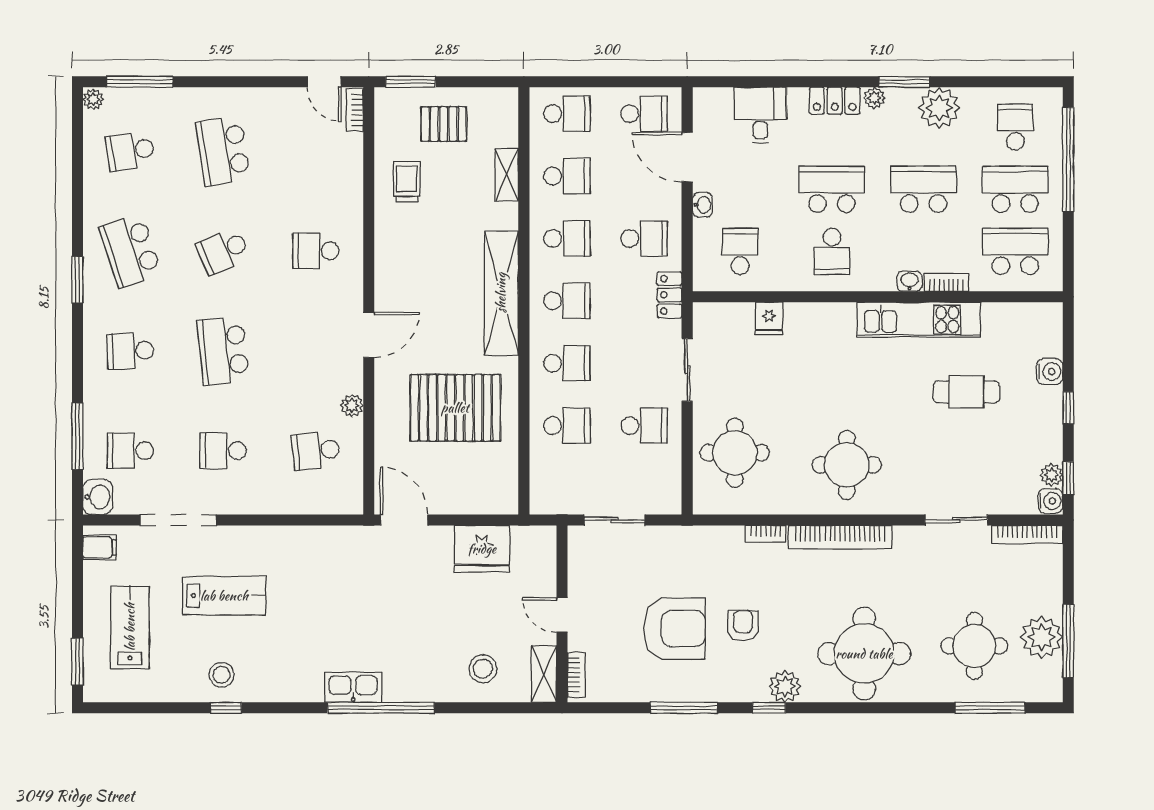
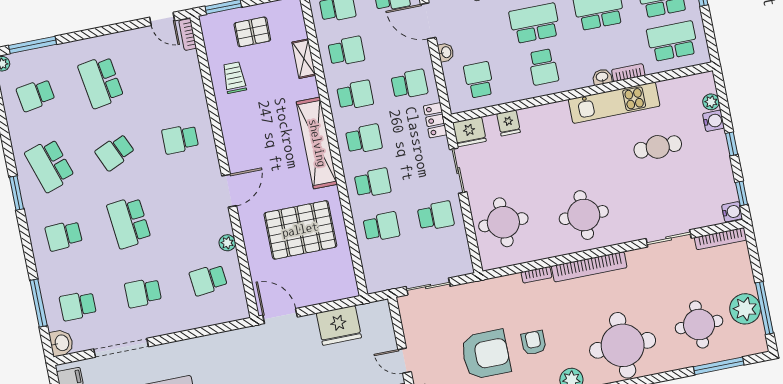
fridge: (713, 320) -> (469, 132), added
plant: (1052, 475) -> (711, 102), moved

